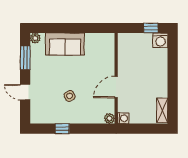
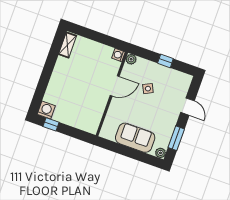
wall: (116, 78) -> (112, 94), moved
door: (116, 87) -> (115, 86), moved
plant: (109, 118) -> (131, 59), moved
washing machine: (123, 118) -> (118, 55), moved

